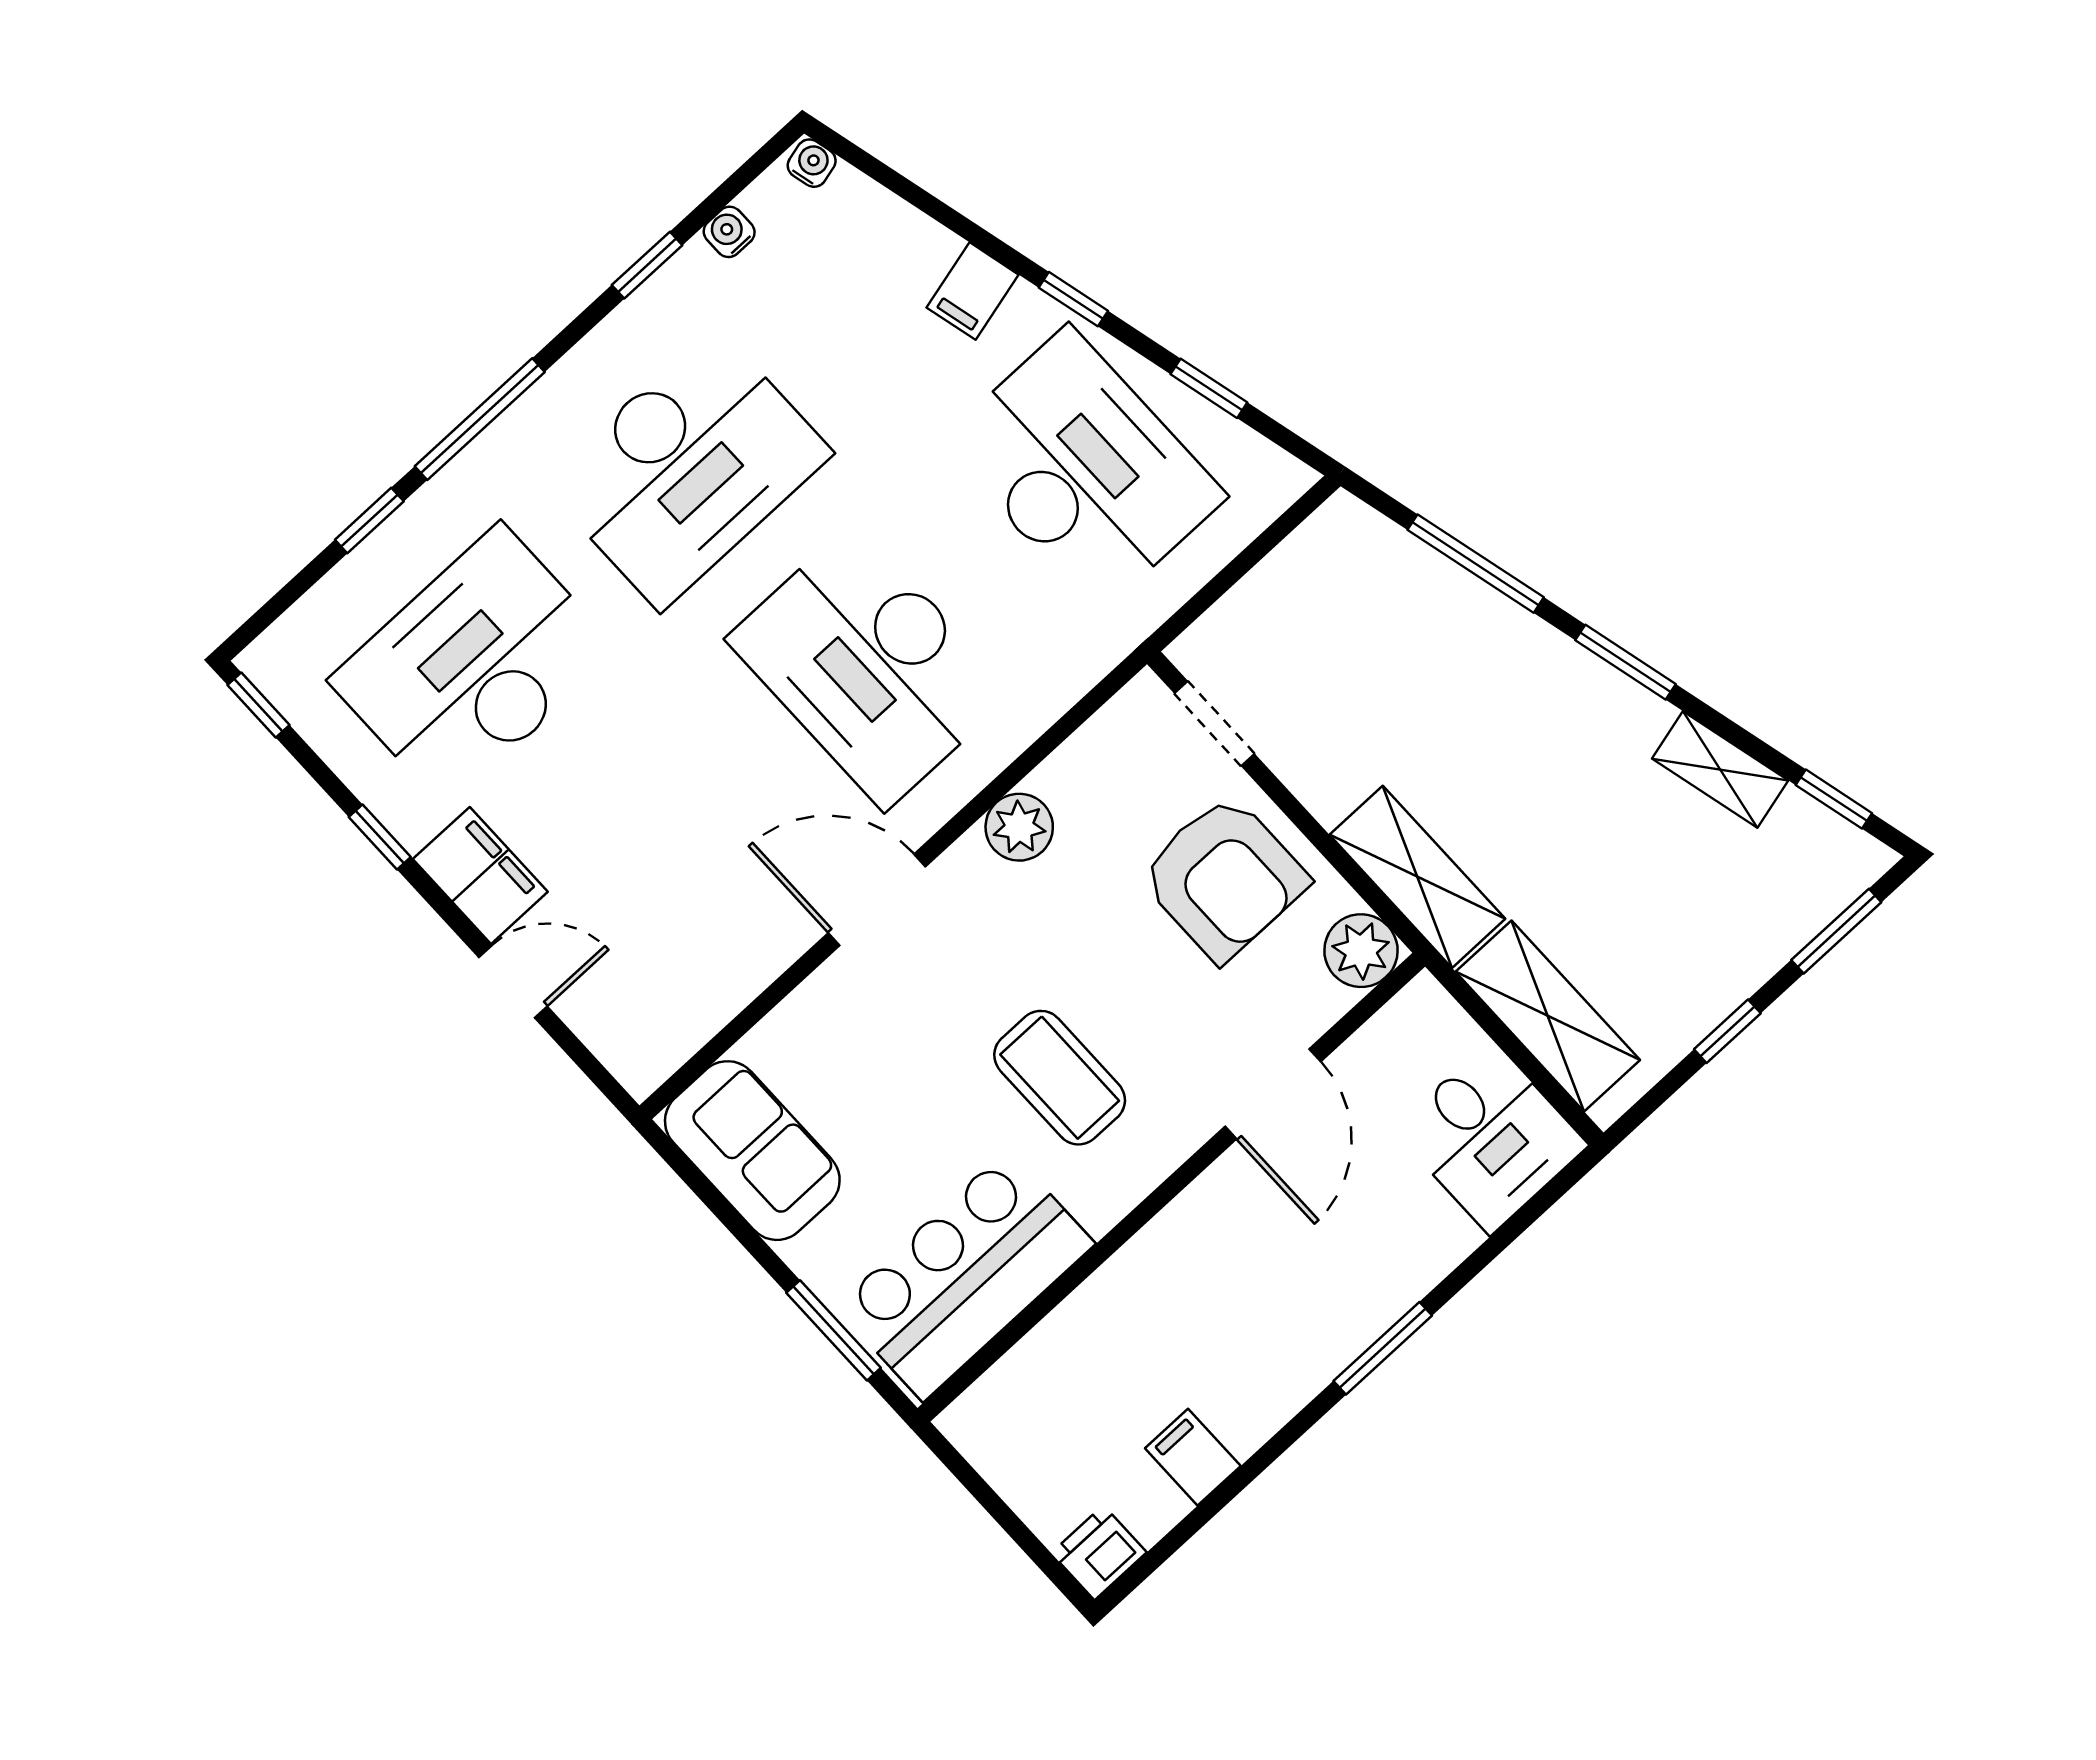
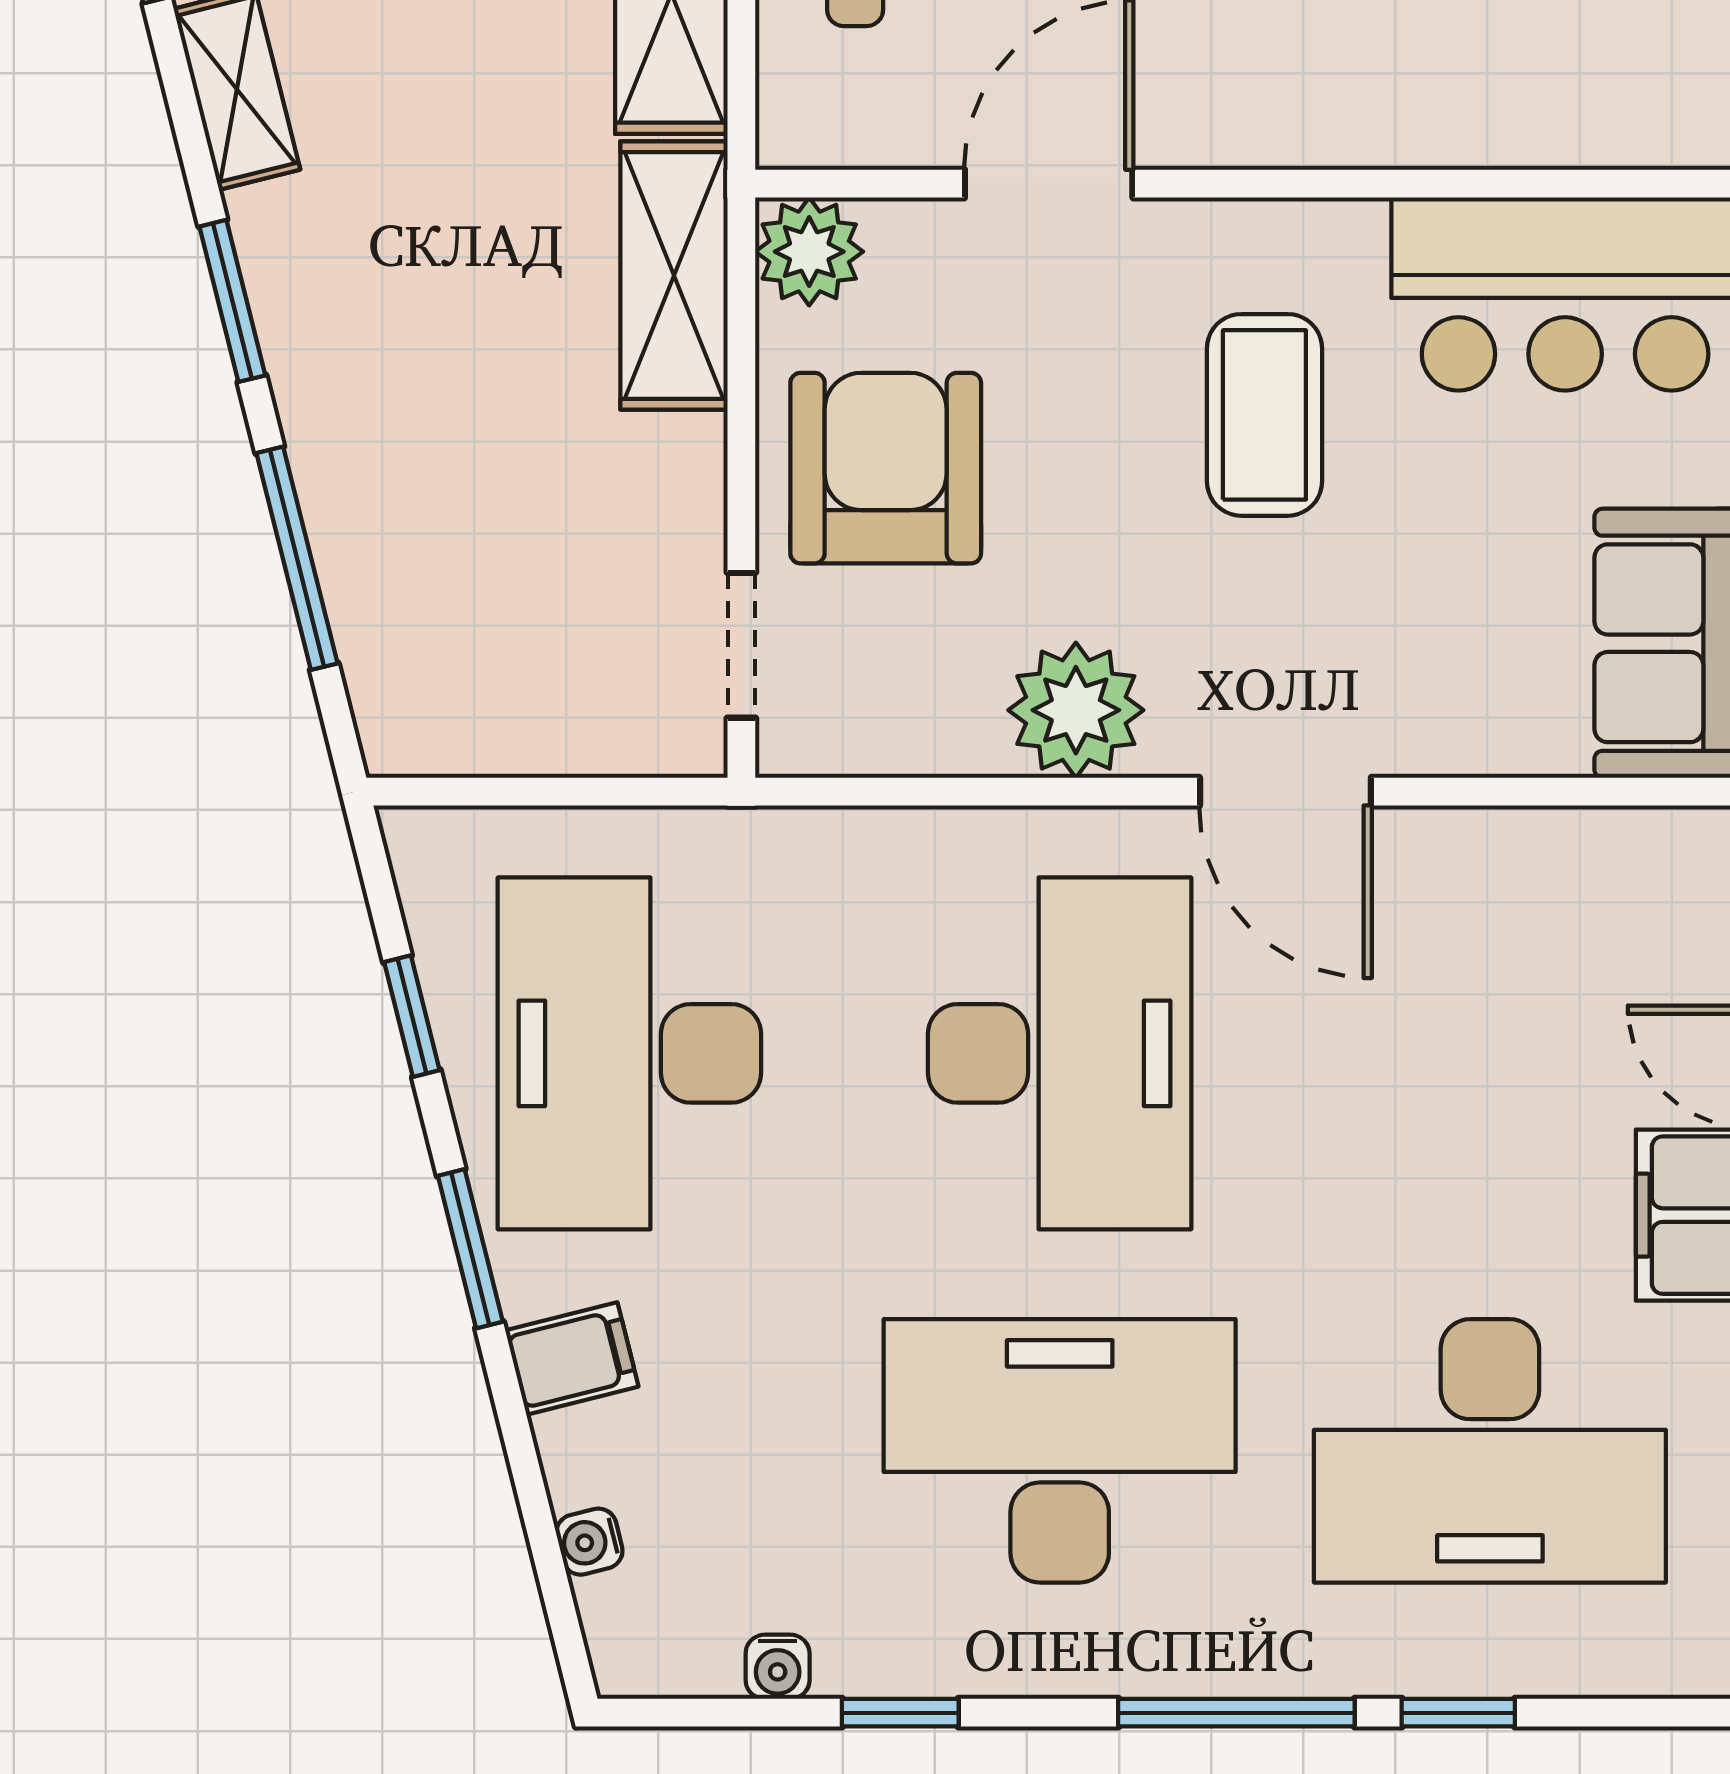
water cooler: (812, 163) -> (589, 1542), moved
window: (1073, 299) -> (470, 1249), width x1.50
plant: (1019, 827) -> (1076, 710), width x1.36, depth x1.36

